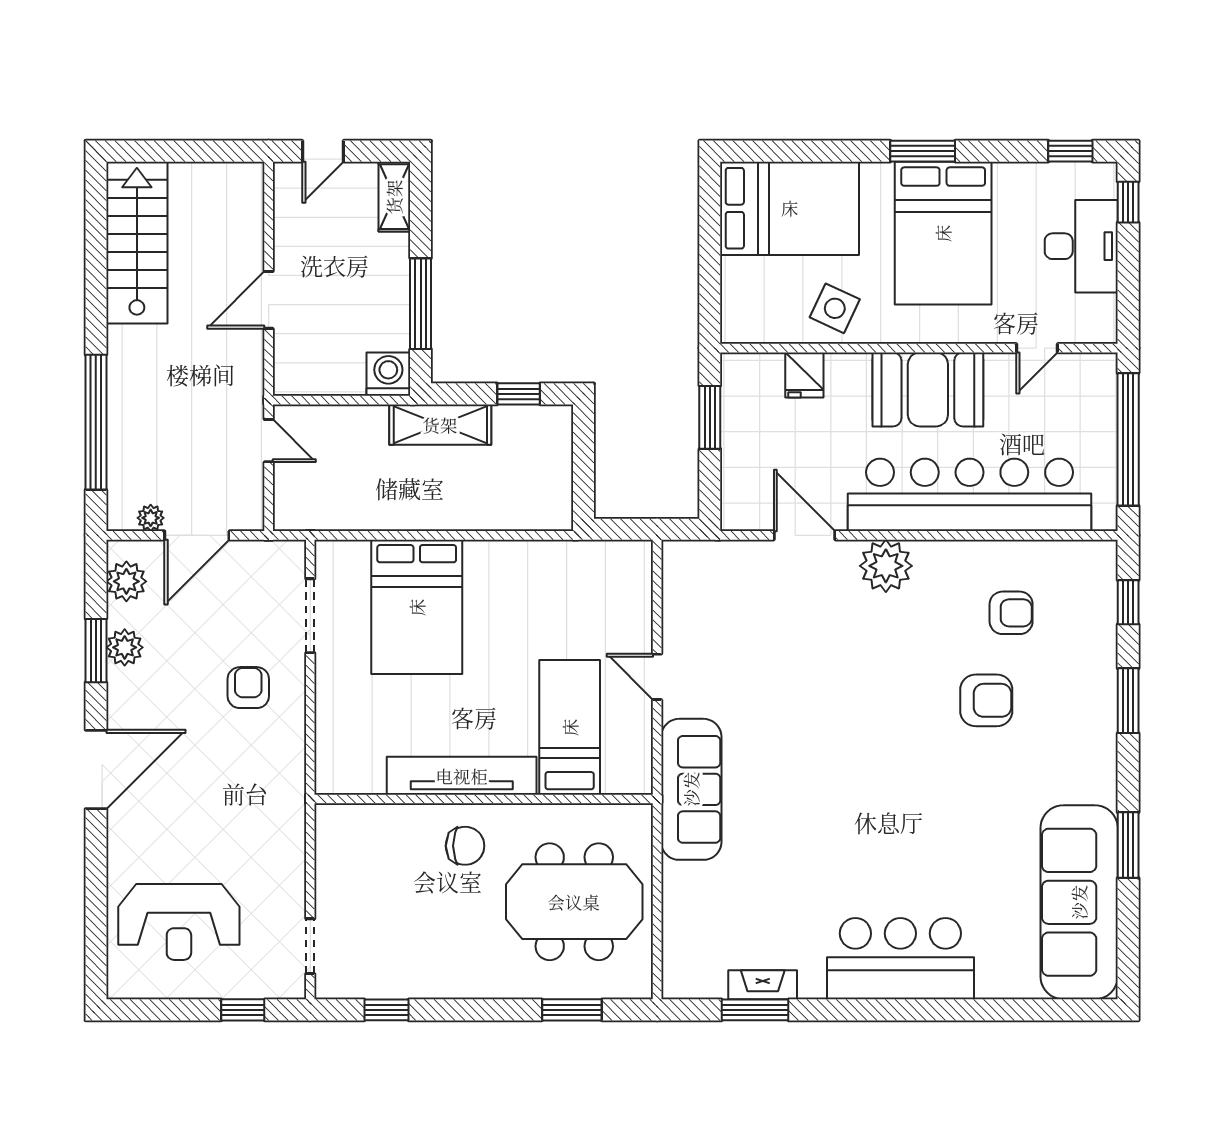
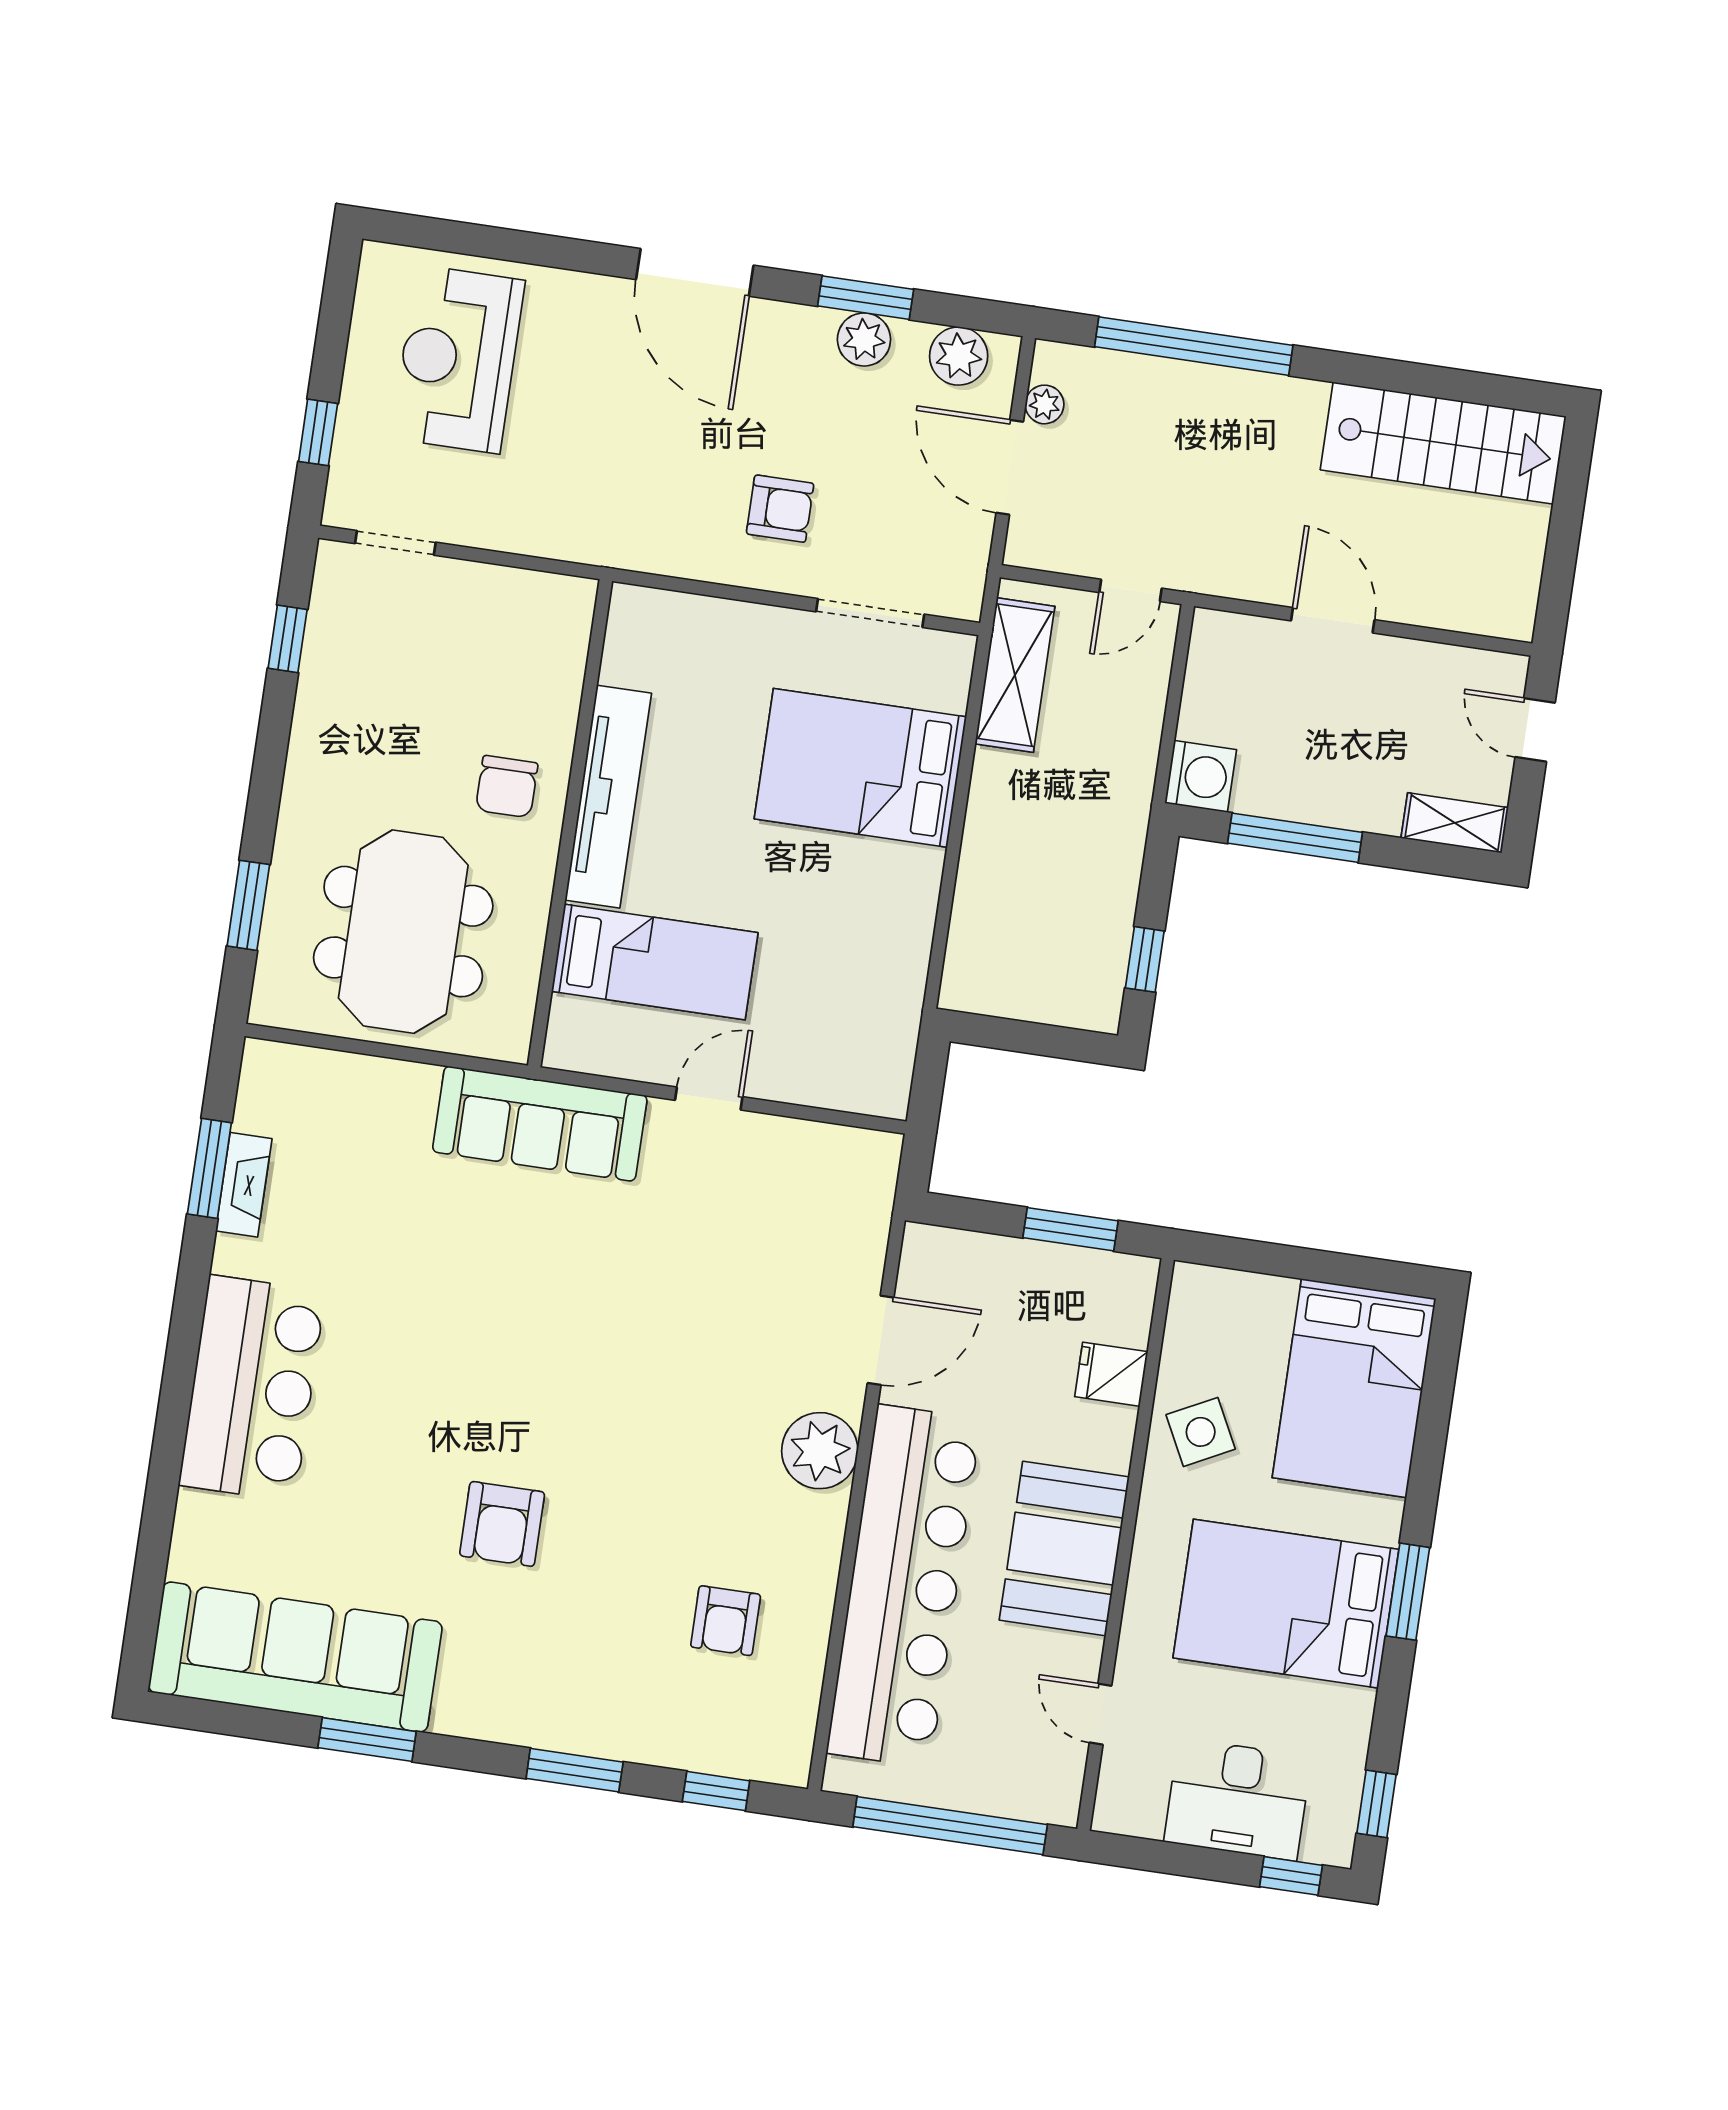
side table: (835, 308) -> (1201, 1432), turned 38
shelving: (440, 425) -> (1015, 675), moved
armchair: (986, 700) -> (502, 1524), moved

